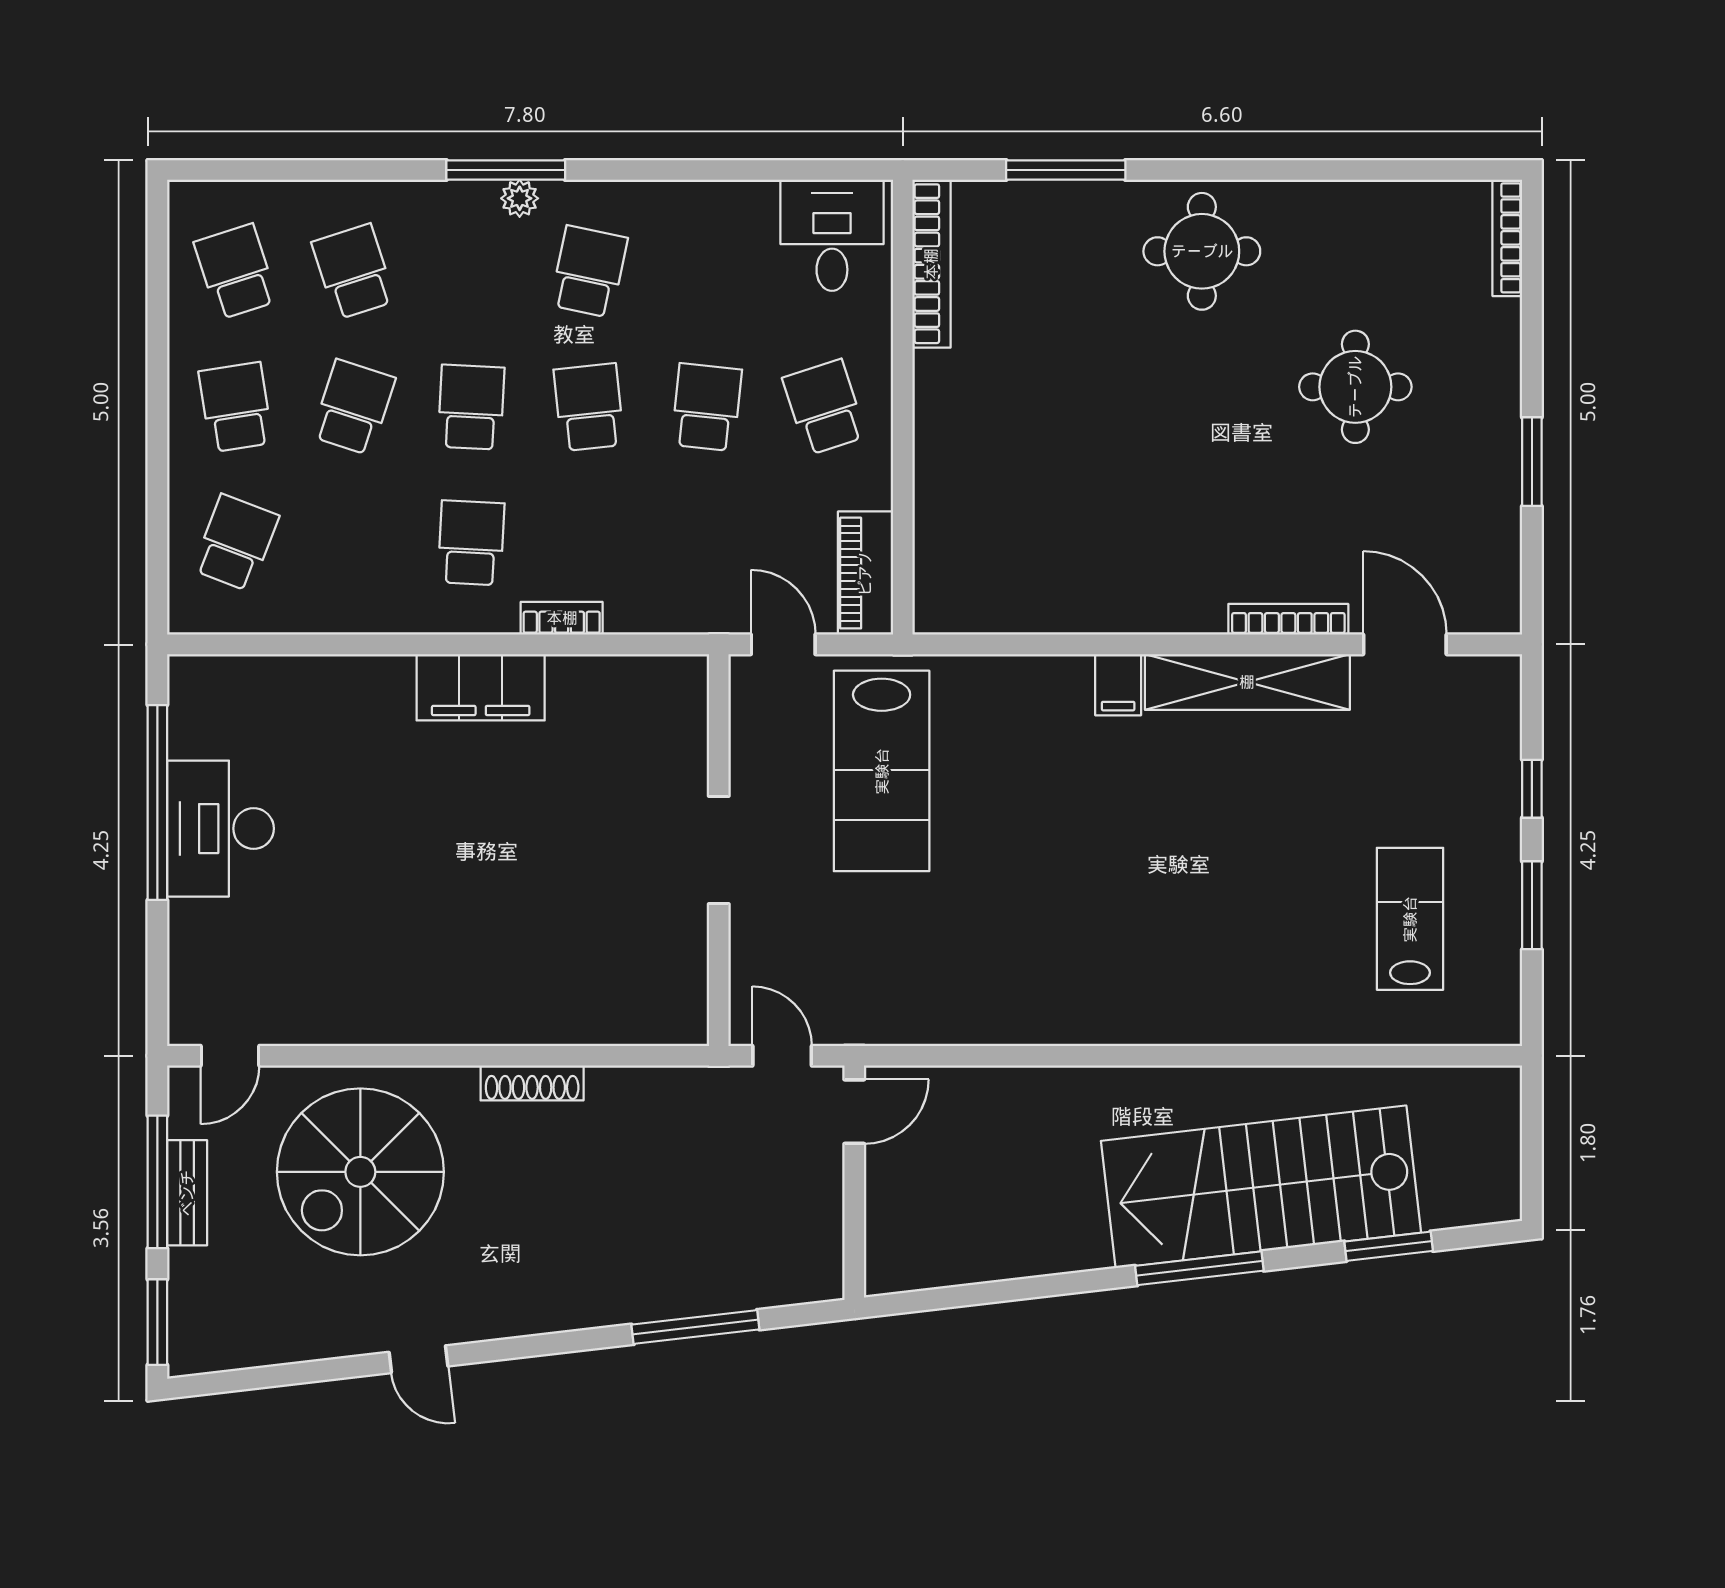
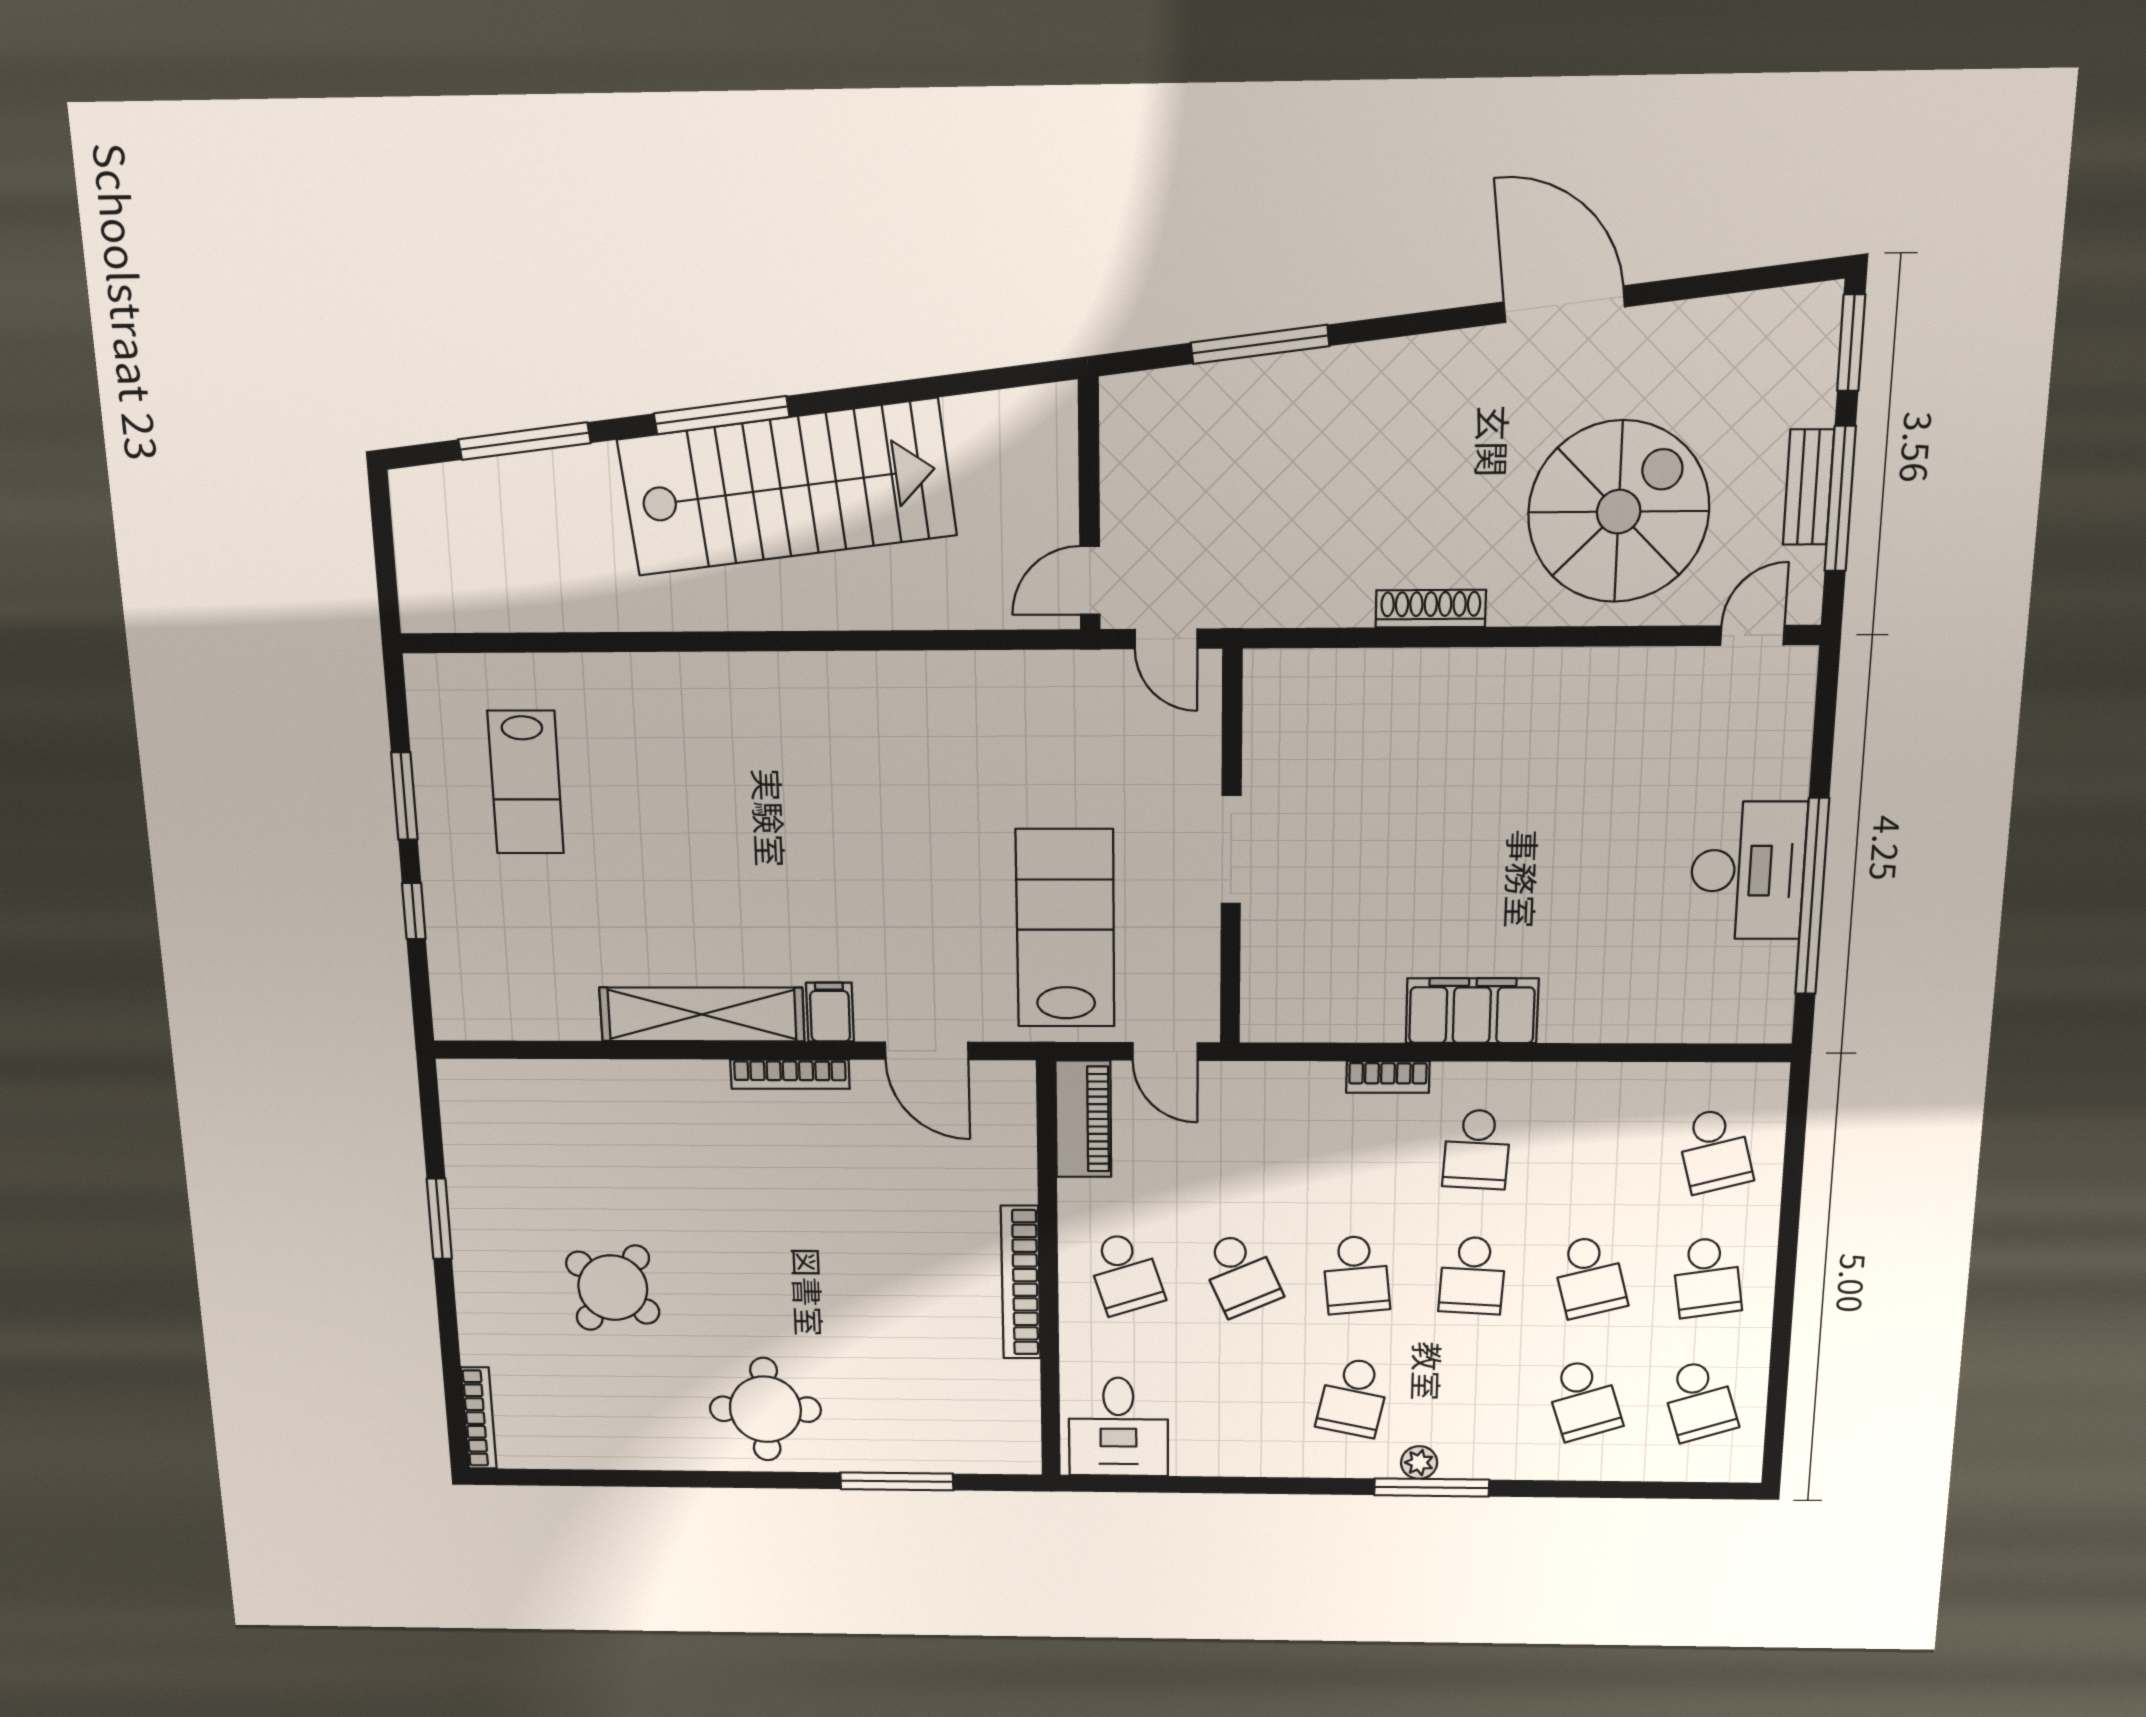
bookcase: (931, 264) -> (1021, 1282), moved
round table: (1355, 387) -> (613, 1288), turned 38
school desk: (353, 407) -> (1589, 1276), turned -33
school desk: (707, 407) -> (1240, 1274), turned -30
school desk: (236, 543) -> (1715, 1150), turned -36
bookcase: (1288, 619) -> (790, 1074), moved
door: (1405, 644) -> (927, 1051), moved
stairs: (1261, 1187) -> (787, 487), moved
window: (1389, 1246) -> (524, 441), width x1.44
door: (418, 1359) -> (1564, 304), width x1.87

